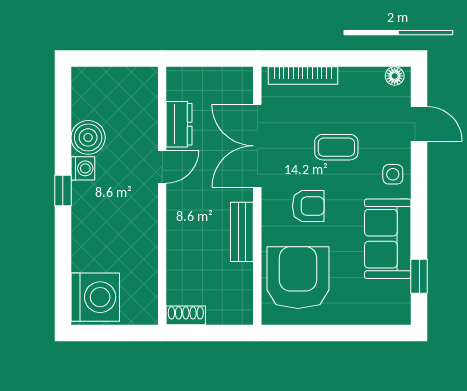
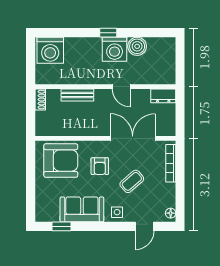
dresser: (179, 124) -> (163, 96), moved
coffee table: (336, 147) -> (132, 181), turned 49
washing machine: (83, 168) -> (115, 49), width x1.89, depth x1.89
bench: (242, 232) -> (77, 95), moved

